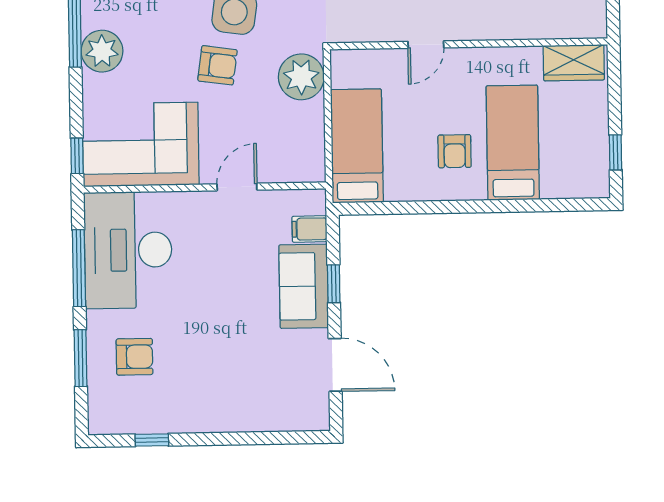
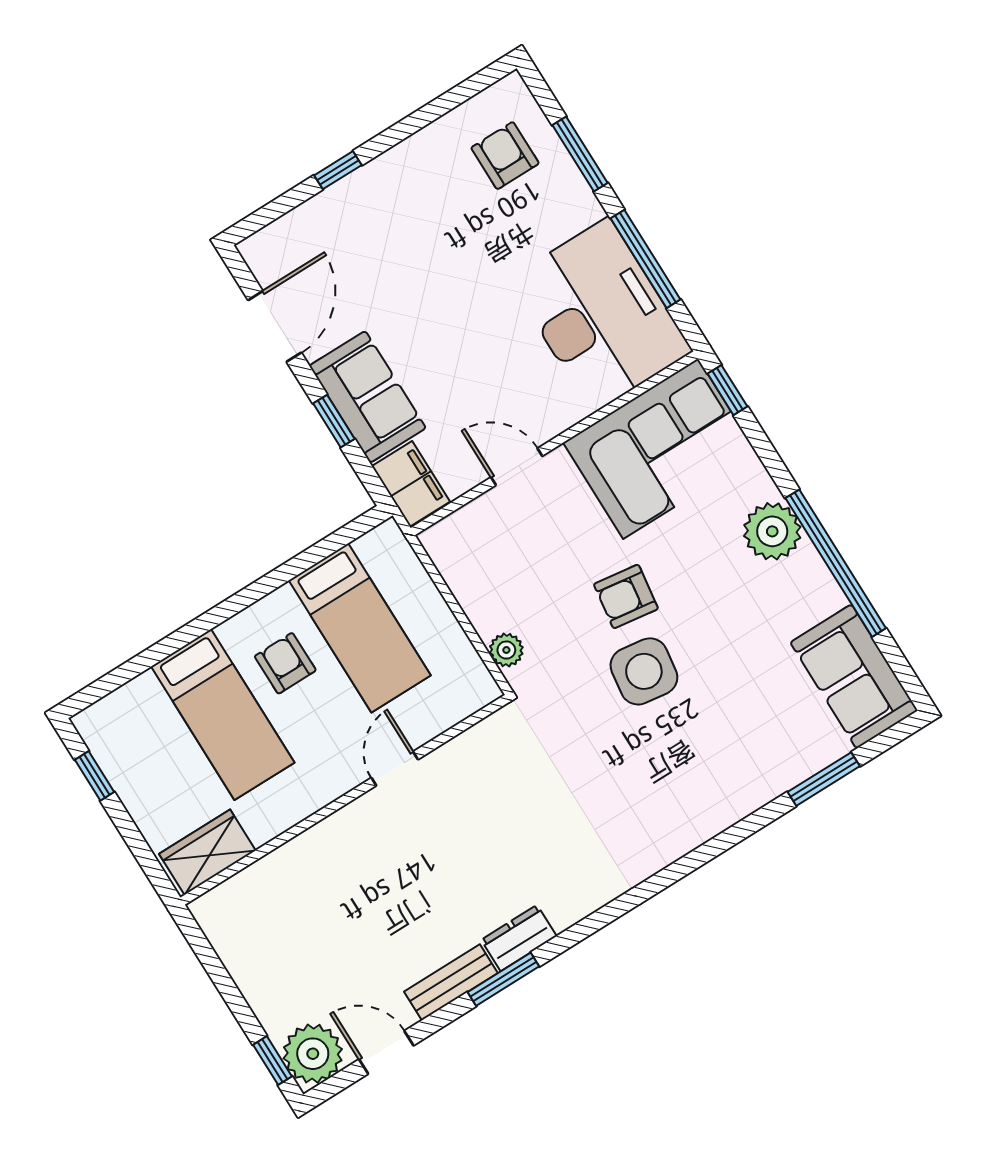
plant: (301, 77) -> (506, 650), width x0.53, depth x0.53
bed: (357, 146) -> (360, 628), moved
door: (237, 187) -> (517, 467), swing flipped
filing cabinet: (309, 229) -> (411, 484), width x2.00
armchair: (134, 357) -> (505, 156), moved, turned 90
door: (335, 365) -> (275, 326), swing flipped
window: (152, 440) -> (338, 170), moved

